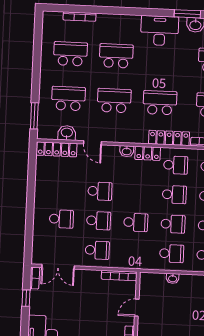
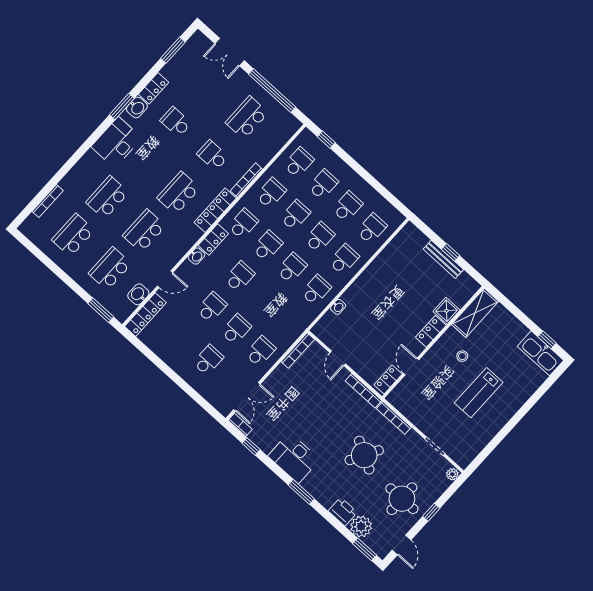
school desk: (136, 222) -> (240, 277), moved

